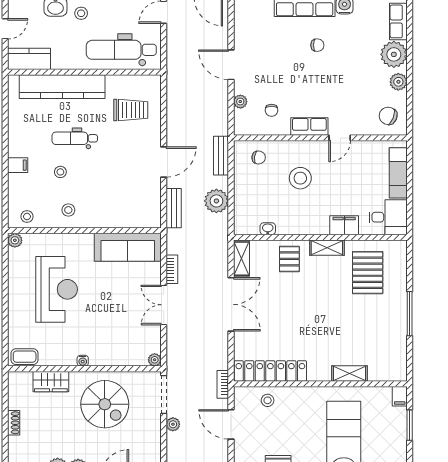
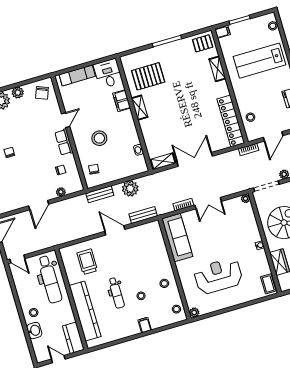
door: (340, 138) -> (66, 120), hinge flipped
pallet: (289, 259) -> (203, 43), moved

